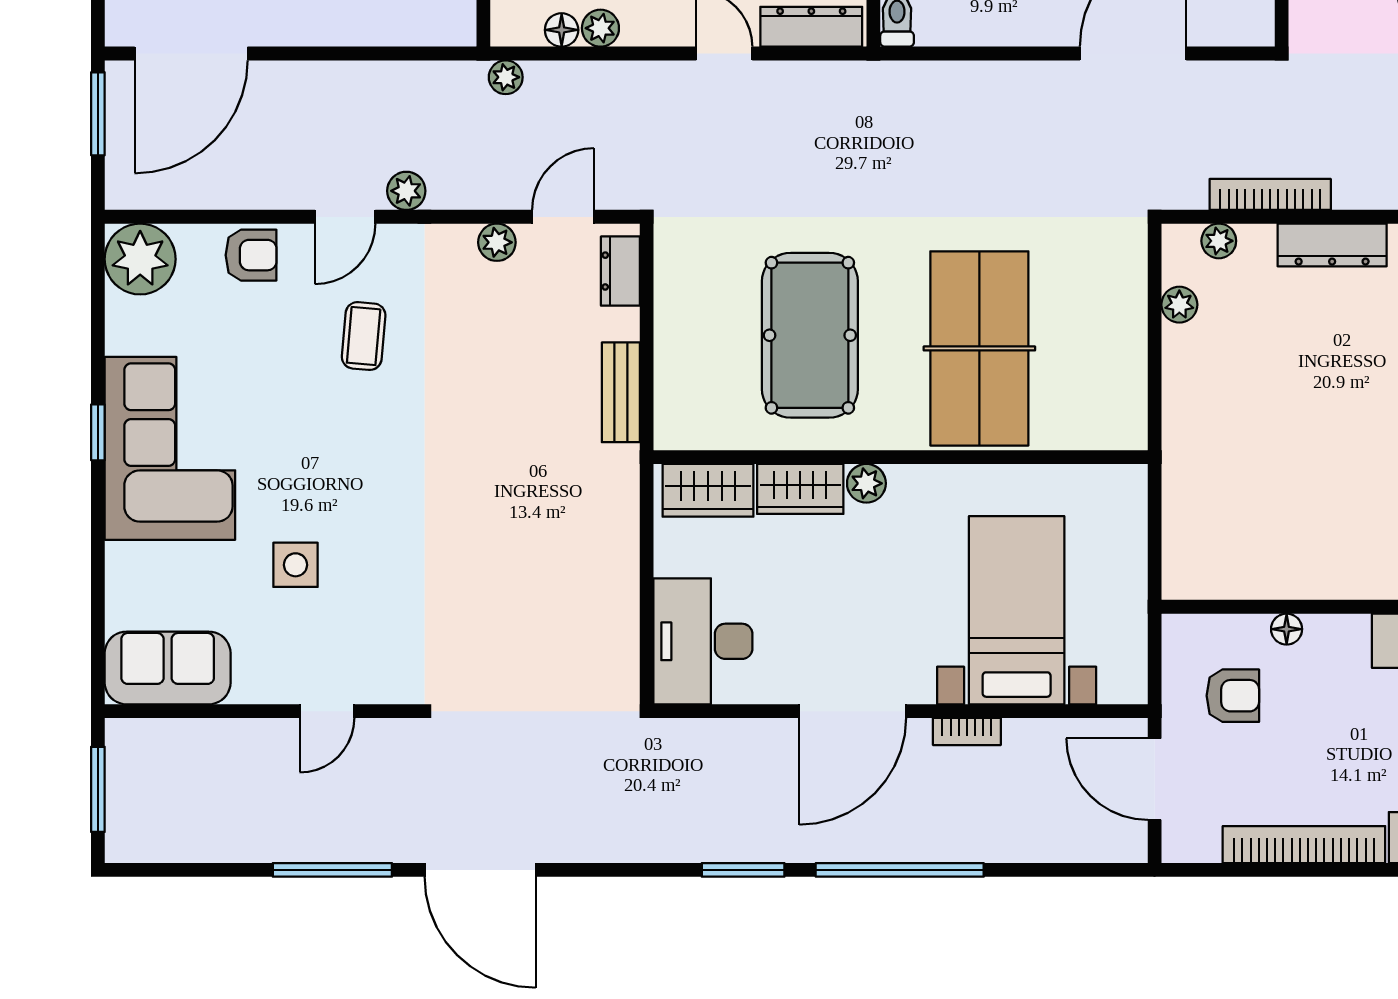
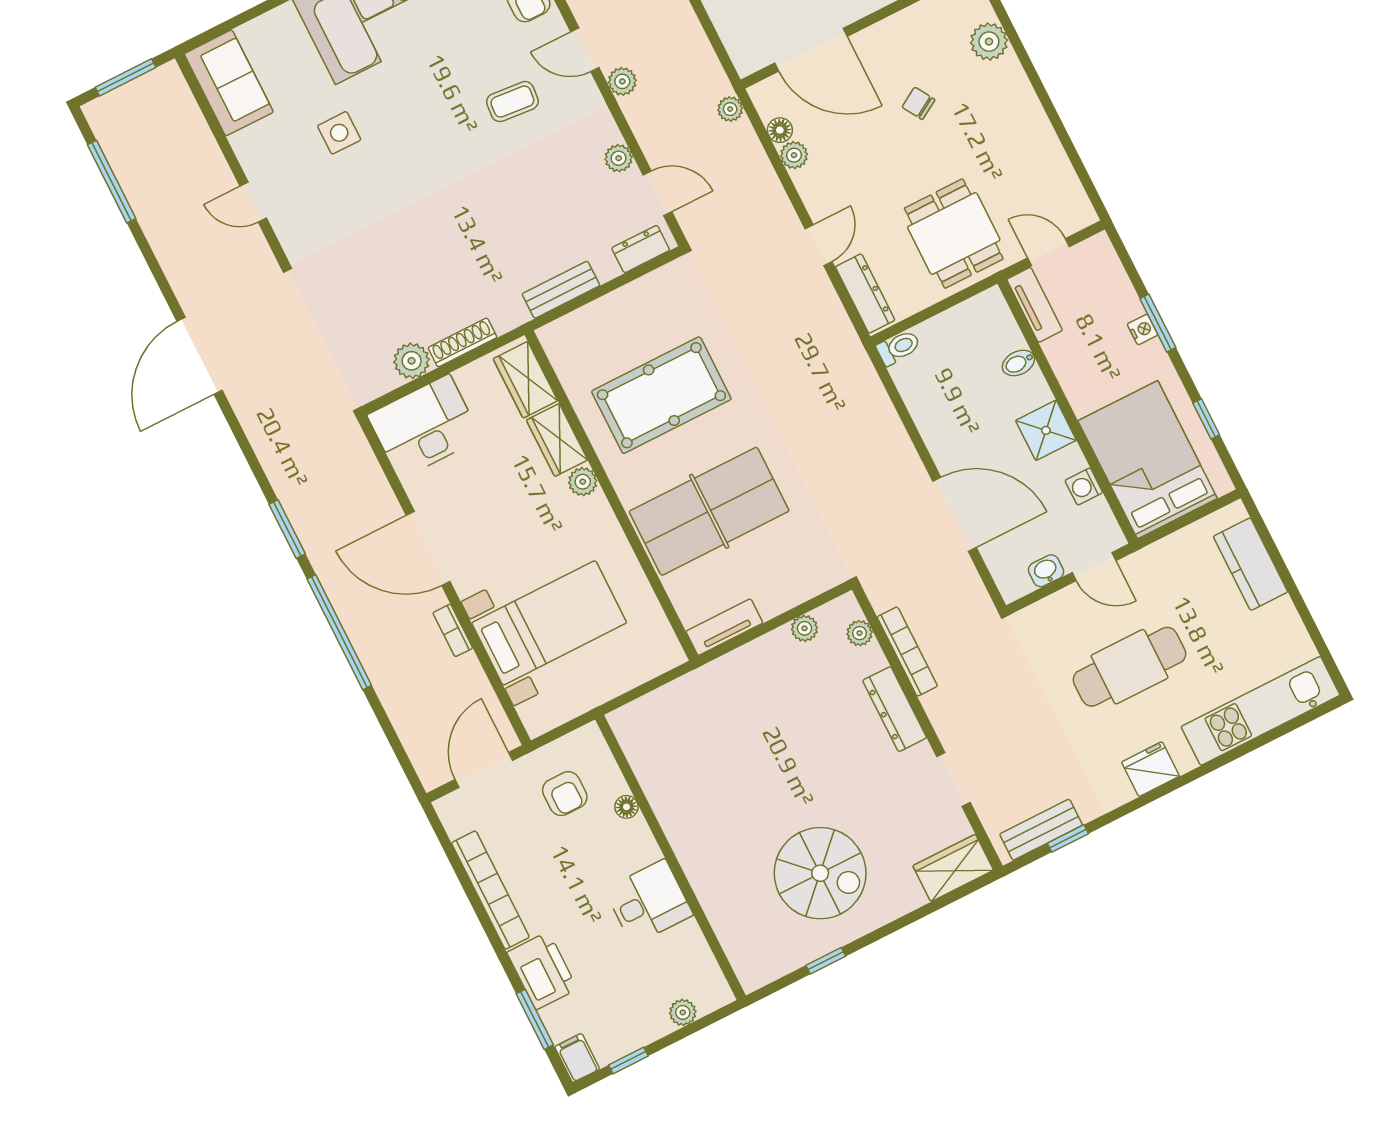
tv unit: (1129, 401) -> (724, 627), added
shoe rack: (625, 544) -> (463, 342), added
plant: (616, 617) -> (412, 361), added
window: (332, 870) -> (112, 182), moved

